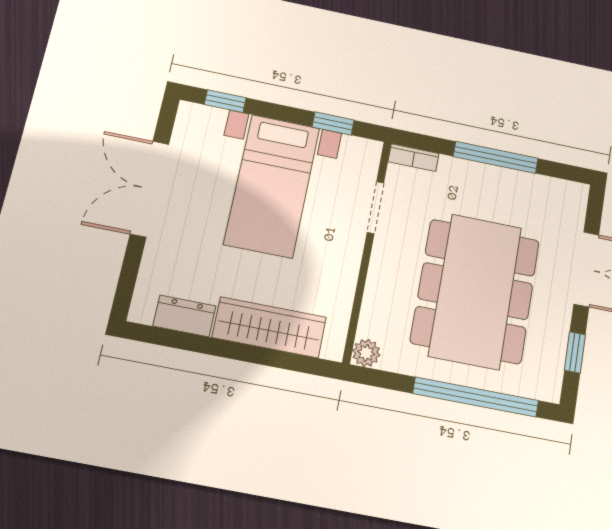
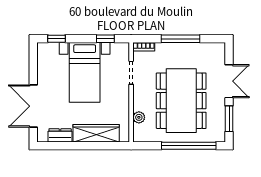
double door: (150, 189) -> (33, 106), moved
window: (575, 352) -> (229, 119), width x1.50
plant: (366, 353) -> (139, 117), moved

